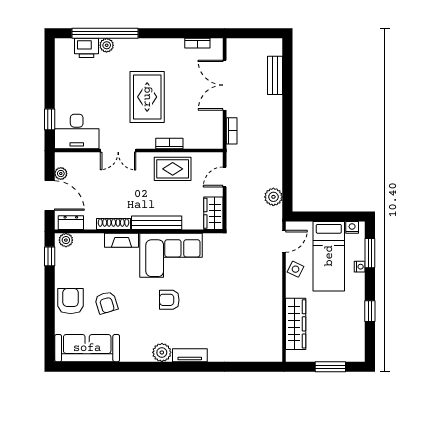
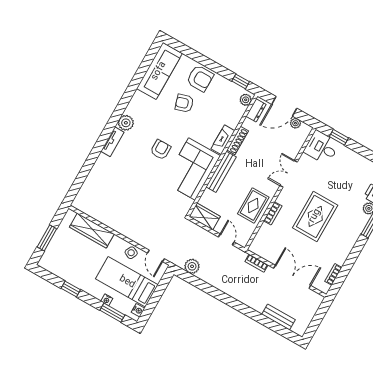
rug: (147, 97) -> (315, 216), turned 90
desk: (77, 131) -> (322, 147), width x0.73

